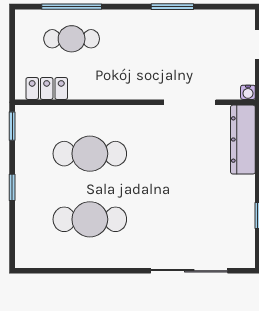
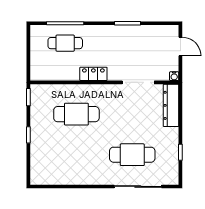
locker: (47, 89) -> (93, 74), moved
cafe table: (90, 219) -> (132, 155), moved

